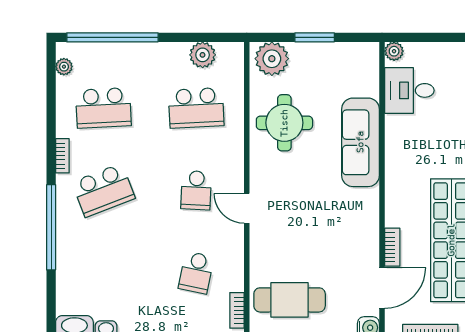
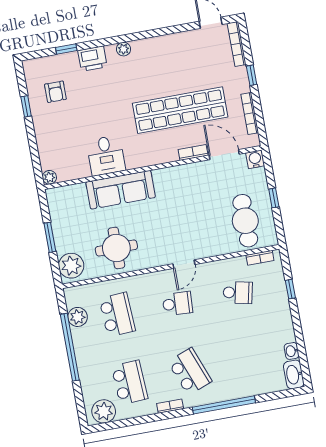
window: (112, 37) -> (70, 347), moved
plant: (64, 67) -> (104, 411), width x1.88, depth x1.88
desk: (409, 90) -> (106, 155), moved

